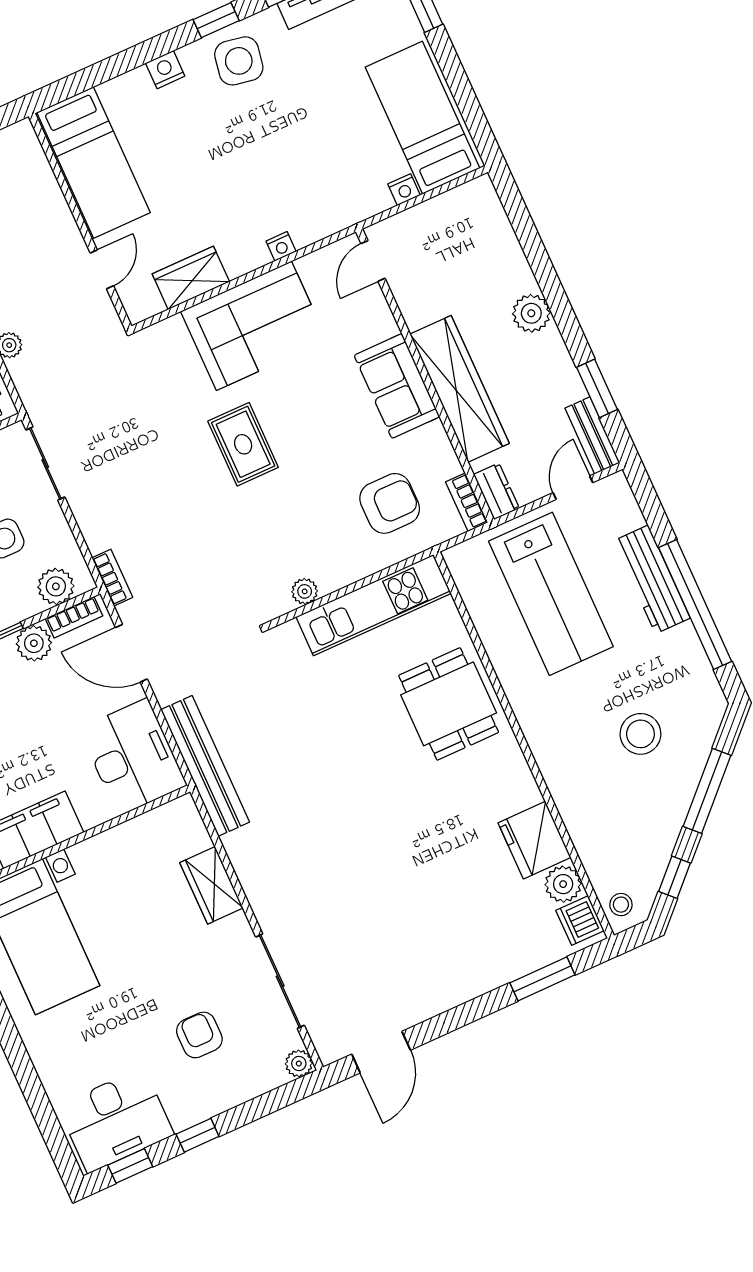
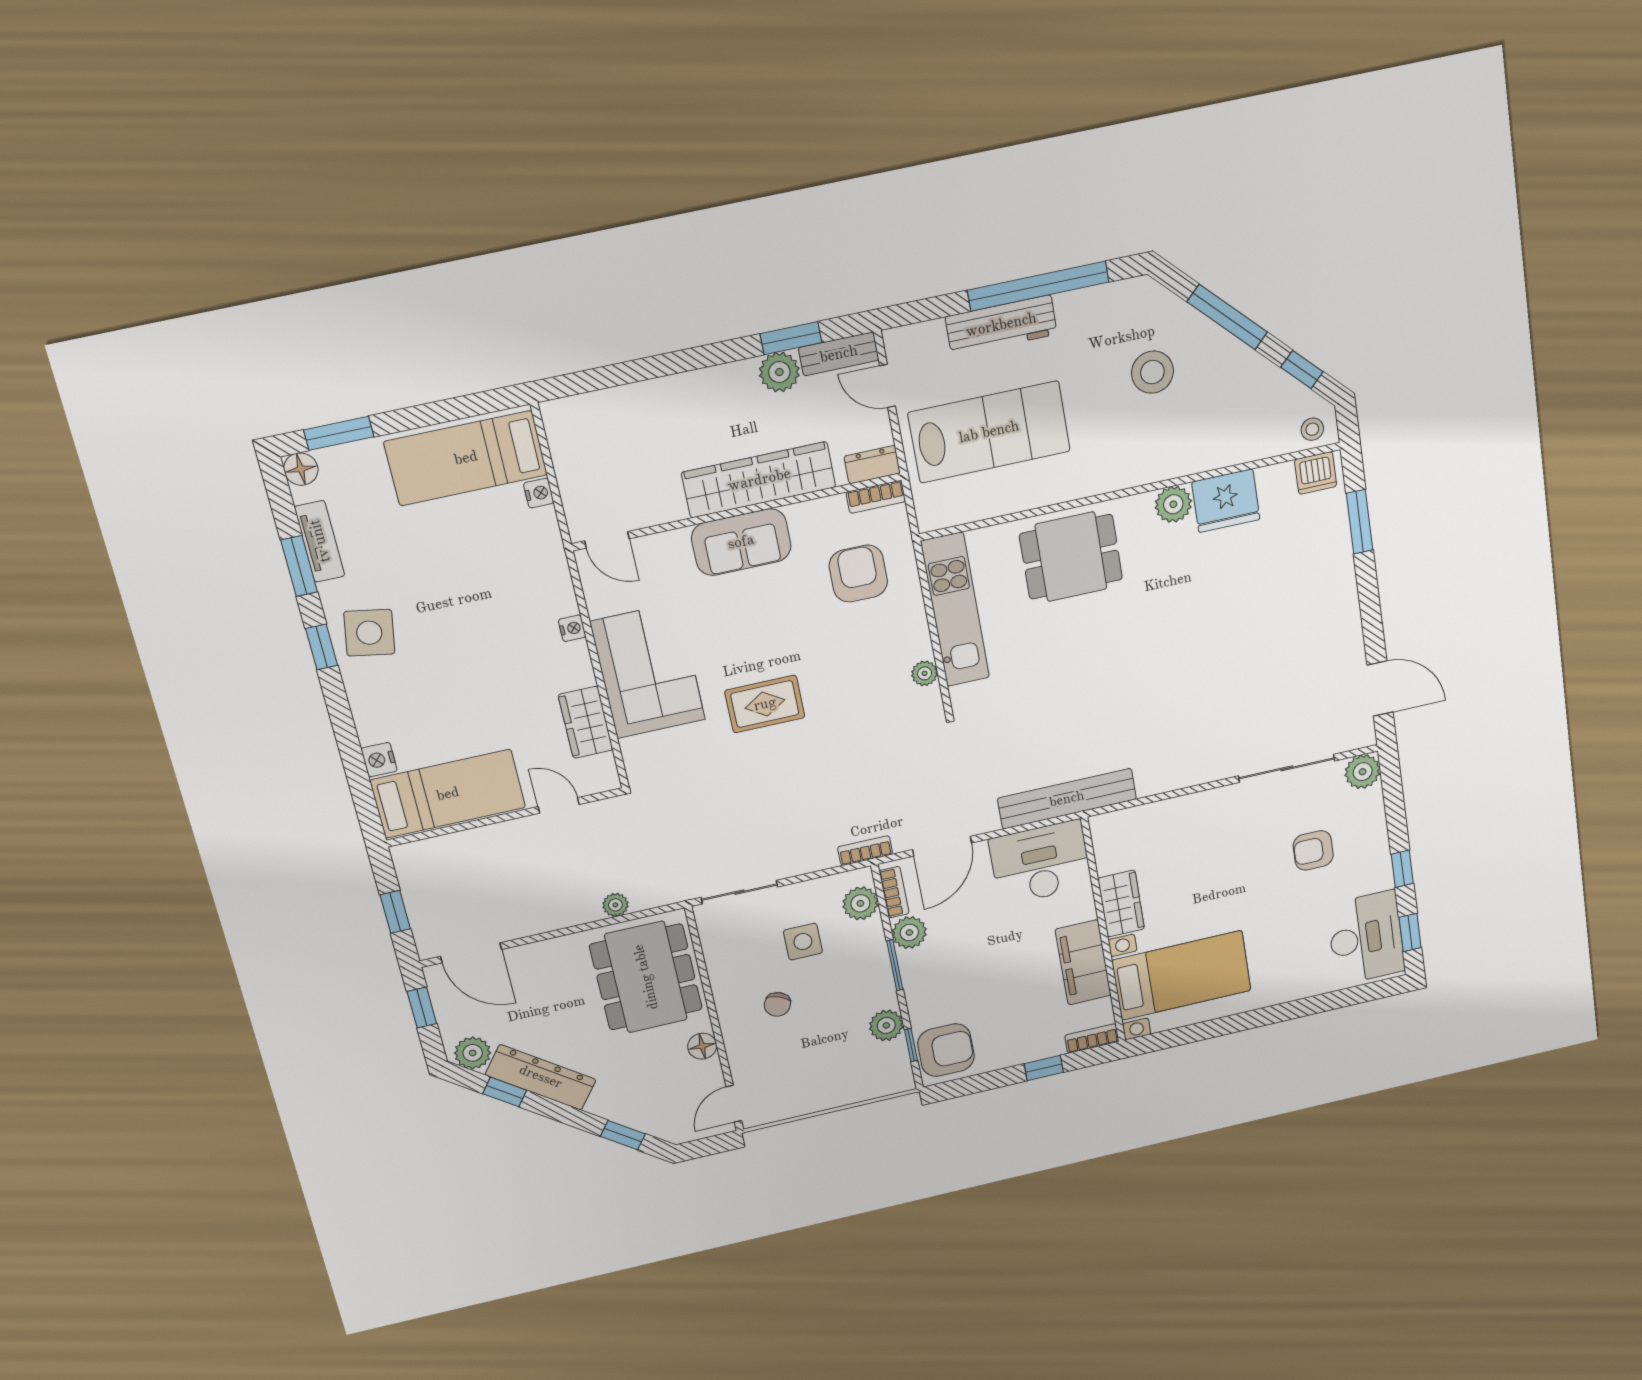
nightstand: (165, 70) -> (379, 760), moved
plant: (531, 313) -> (779, 372), moved
plant: (563, 884) -> (1173, 504), moved
wardrobe: (211, 885) -> (1121, 904), moved, turned -90
plant: (299, 1064) -> (1363, 772), width x1.38, depth x1.38

